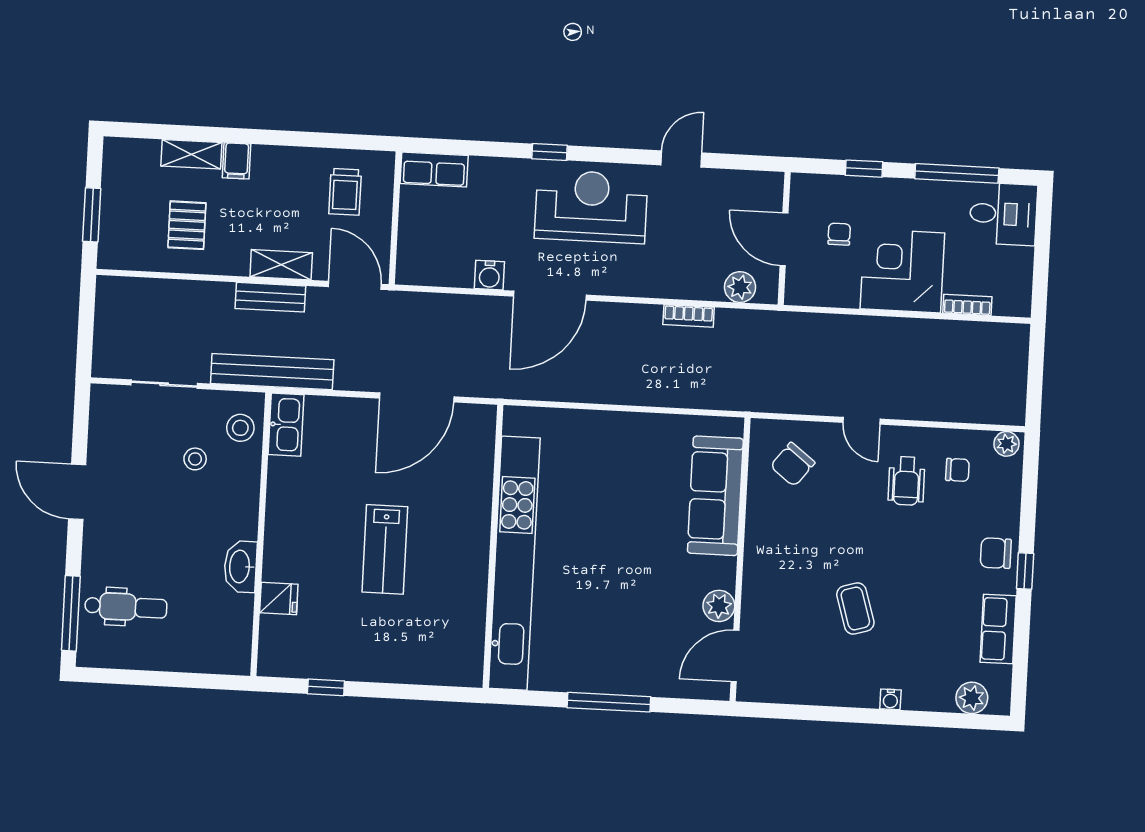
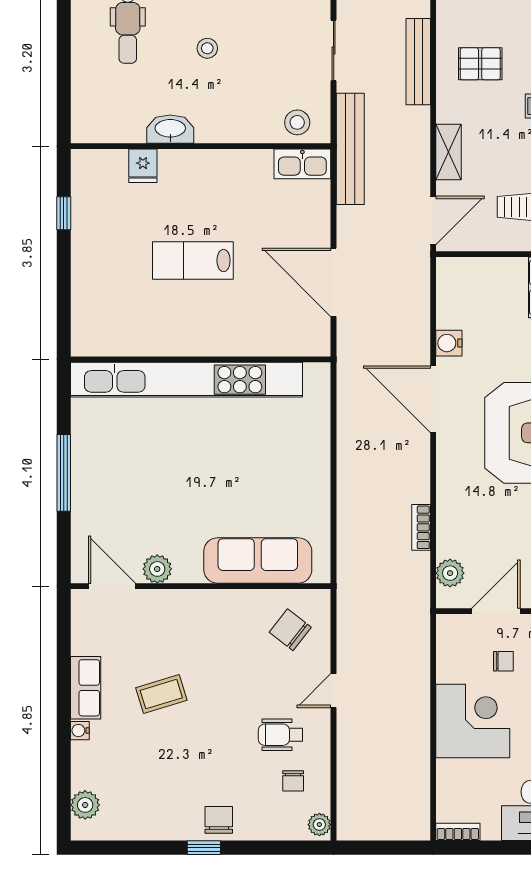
bench: (270, 297) -> (418, 62), moved, width x1.36
bookcase: (967, 305) -> (458, 832), moved, turned -90
stool: (195, 459) -> (207, 48), moved
row of seats: (998, 629) -> (86, 688), moved, turned 90

